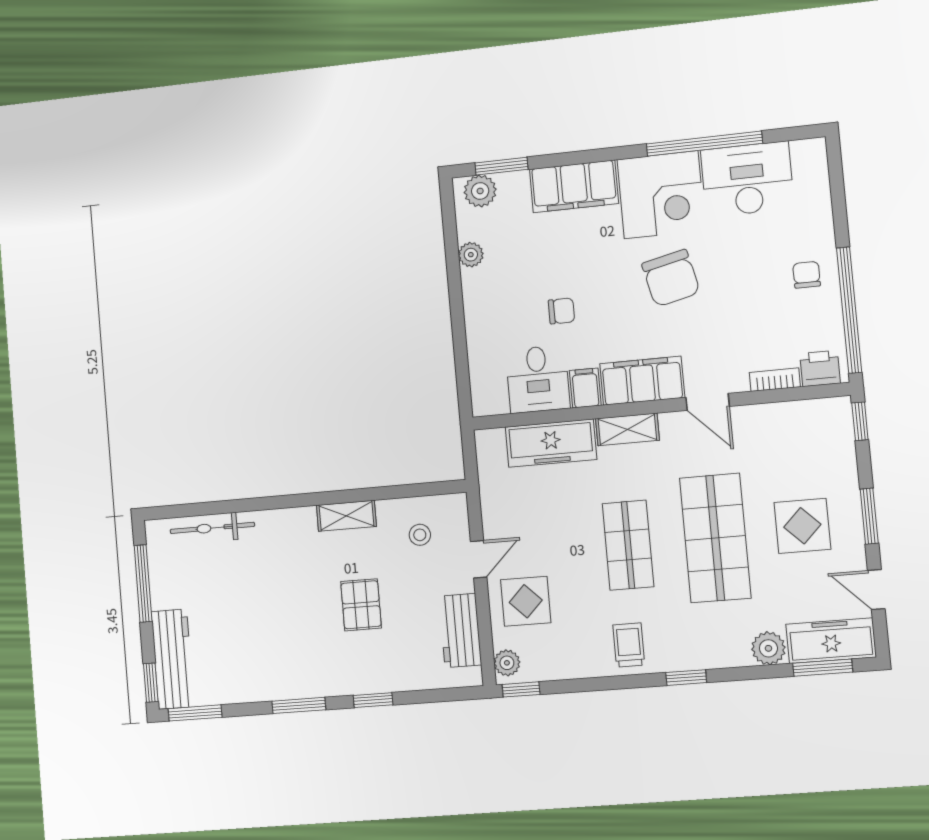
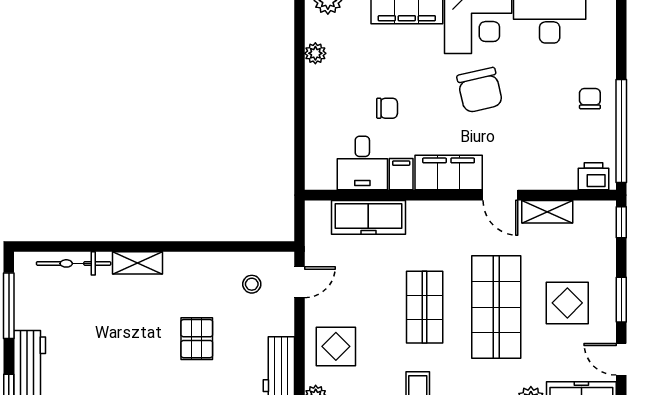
bookcase: (775, 380) -> (556, 182), removed
shelving: (627, 429) -> (547, 212), moved
shelving: (346, 516) -> (138, 263), moved
door: (479, 559) -> (300, 282), moved

